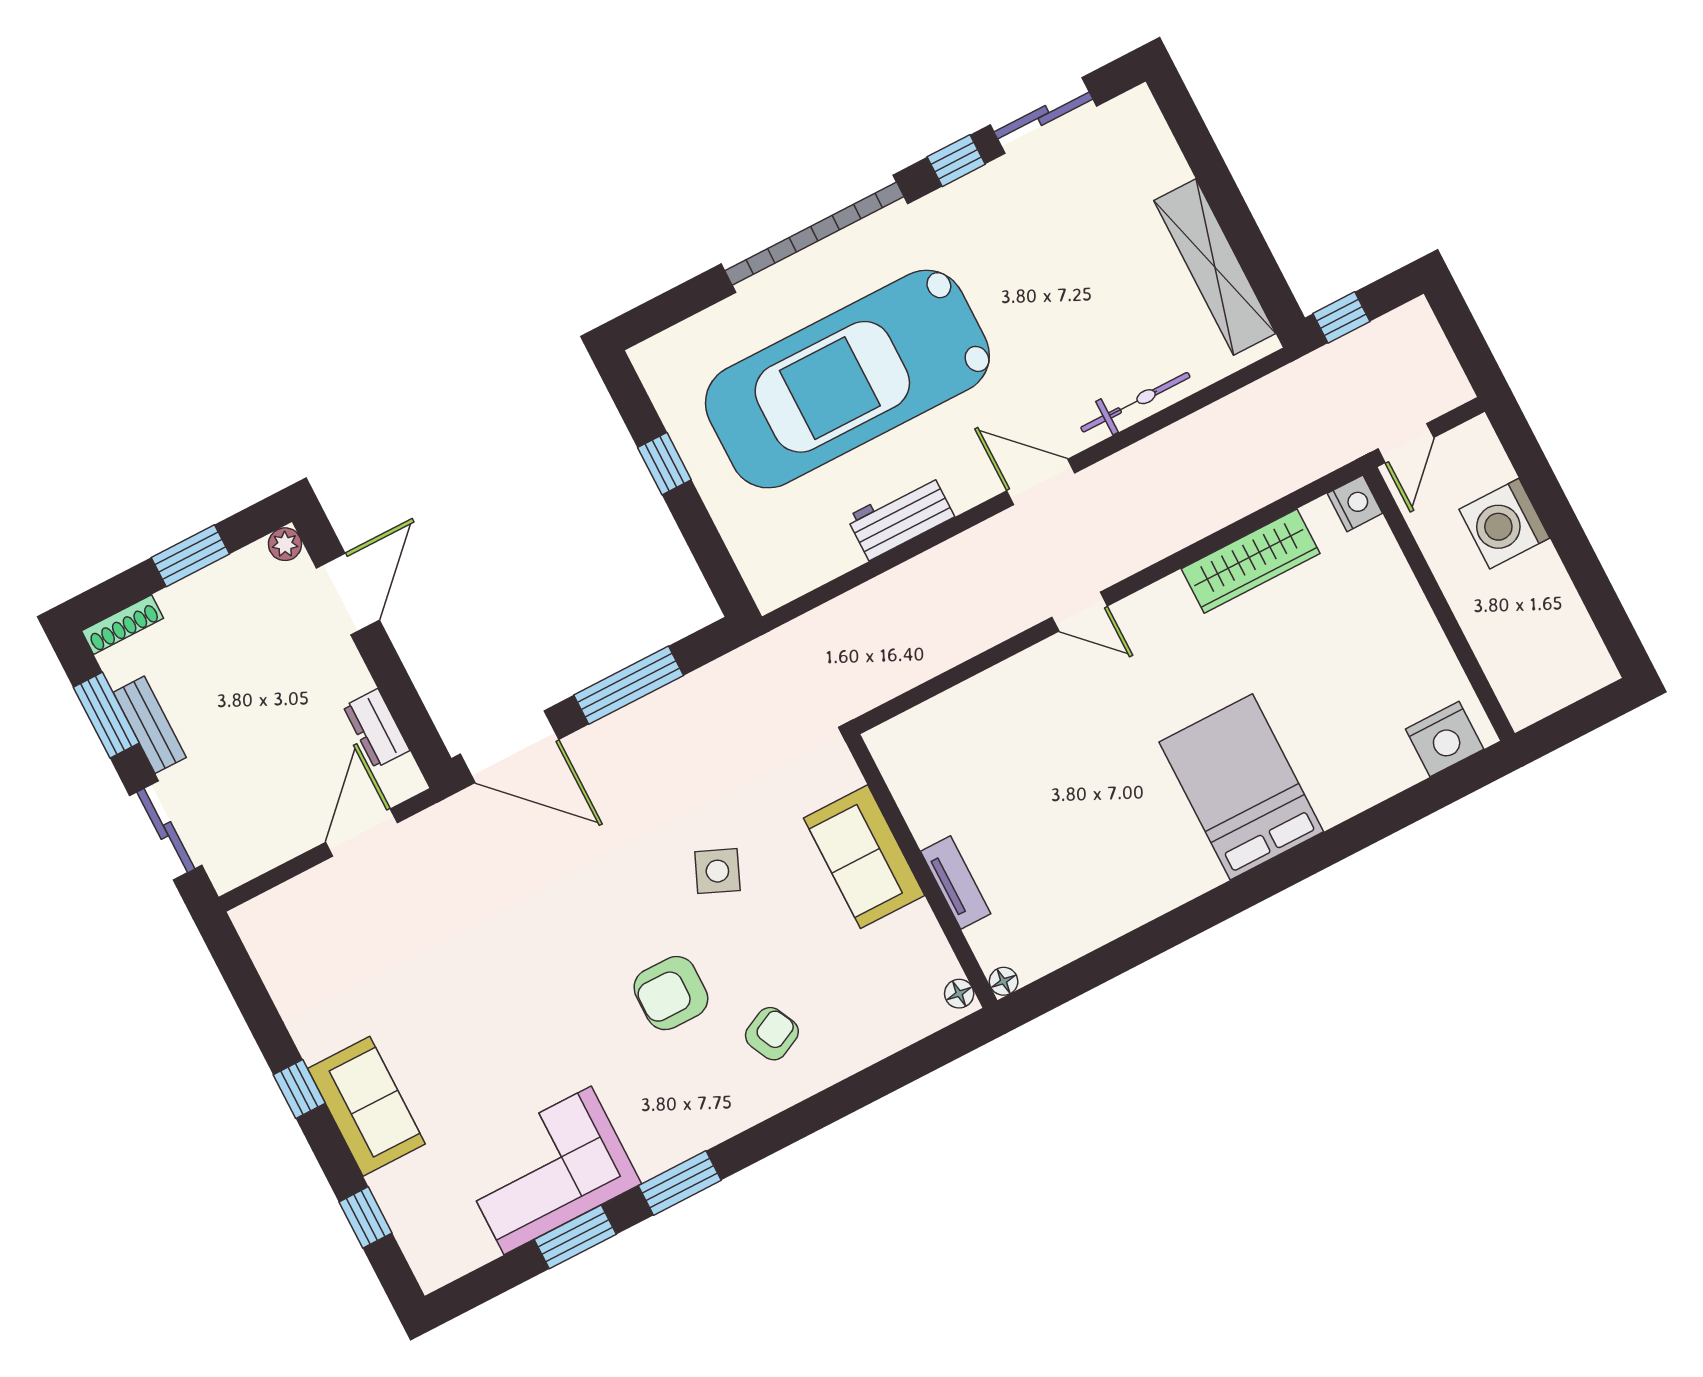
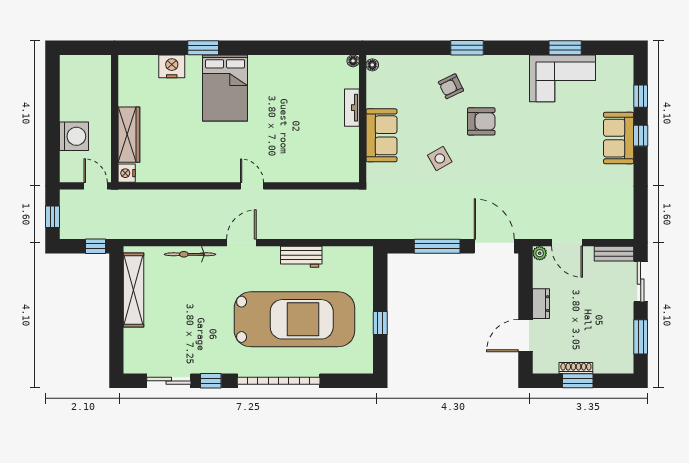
window: (1463, 333) -> (53, 217), added
door: (1406, 443) -> (96, 186), hinge flipped
door: (1041, 482) -> (241, 243), swing flipped
plant: (285, 544) -> (540, 253), moved
wardrobe: (1251, 561) -> (129, 135), moved, turned 90
shoe rack: (123, 625) -> (576, 368), moved
bench: (150, 725) -> (614, 254), moved, turned 90
dresser: (376, 728) -> (541, 304), moved
nightstand: (1445, 739) -> (172, 66), moved
door: (362, 832) -> (567, 243), hinge flipped
window: (1330, 847) -> (203, 48), added
side table: (717, 871) -> (440, 158), turned 37
window: (299, 1089) -> (641, 136), moved
window: (680, 1183) -> (467, 48), moved

